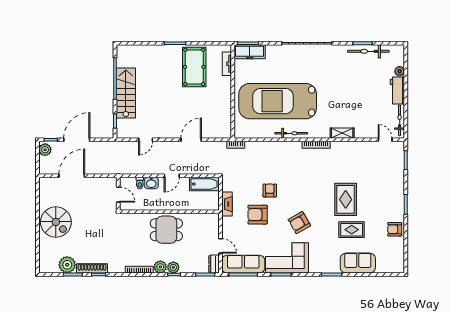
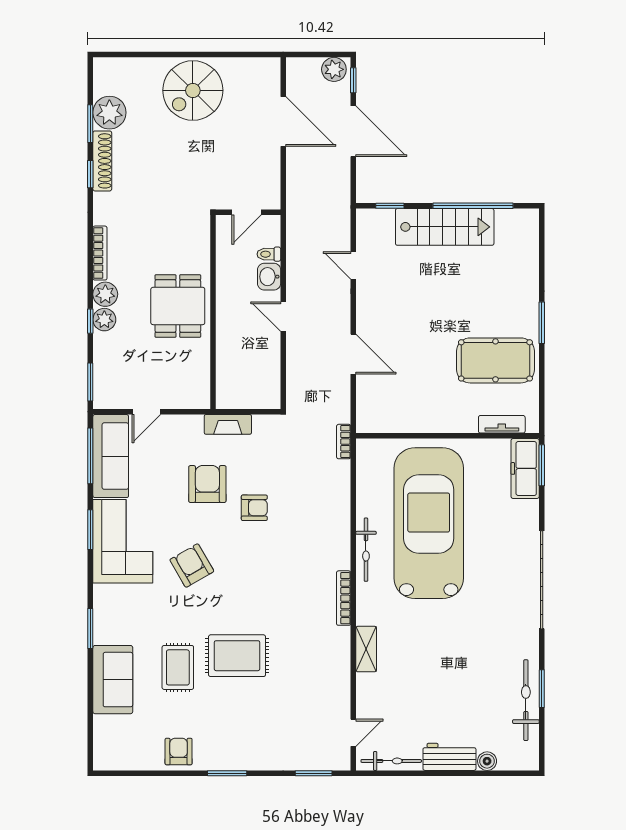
bathtub: (204, 184) -> (267, 380), removed
dresser: (214, 264) -> (111, 399), removed

